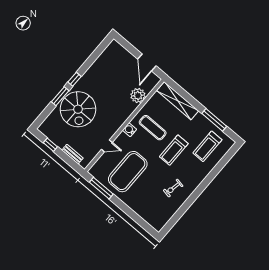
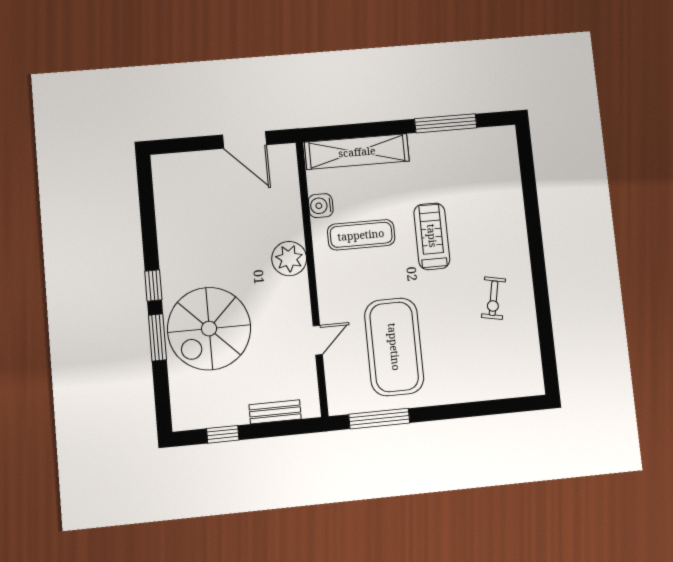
plant: (138, 96) -> (289, 259), moved
spiral stairs: (78, 109) -> (209, 329), turned 90
water cooler: (129, 130) -> (321, 206), moved
treadmill: (207, 146) -> (478, 176), removed
treadmill: (174, 150) -> (432, 236), turned 180

